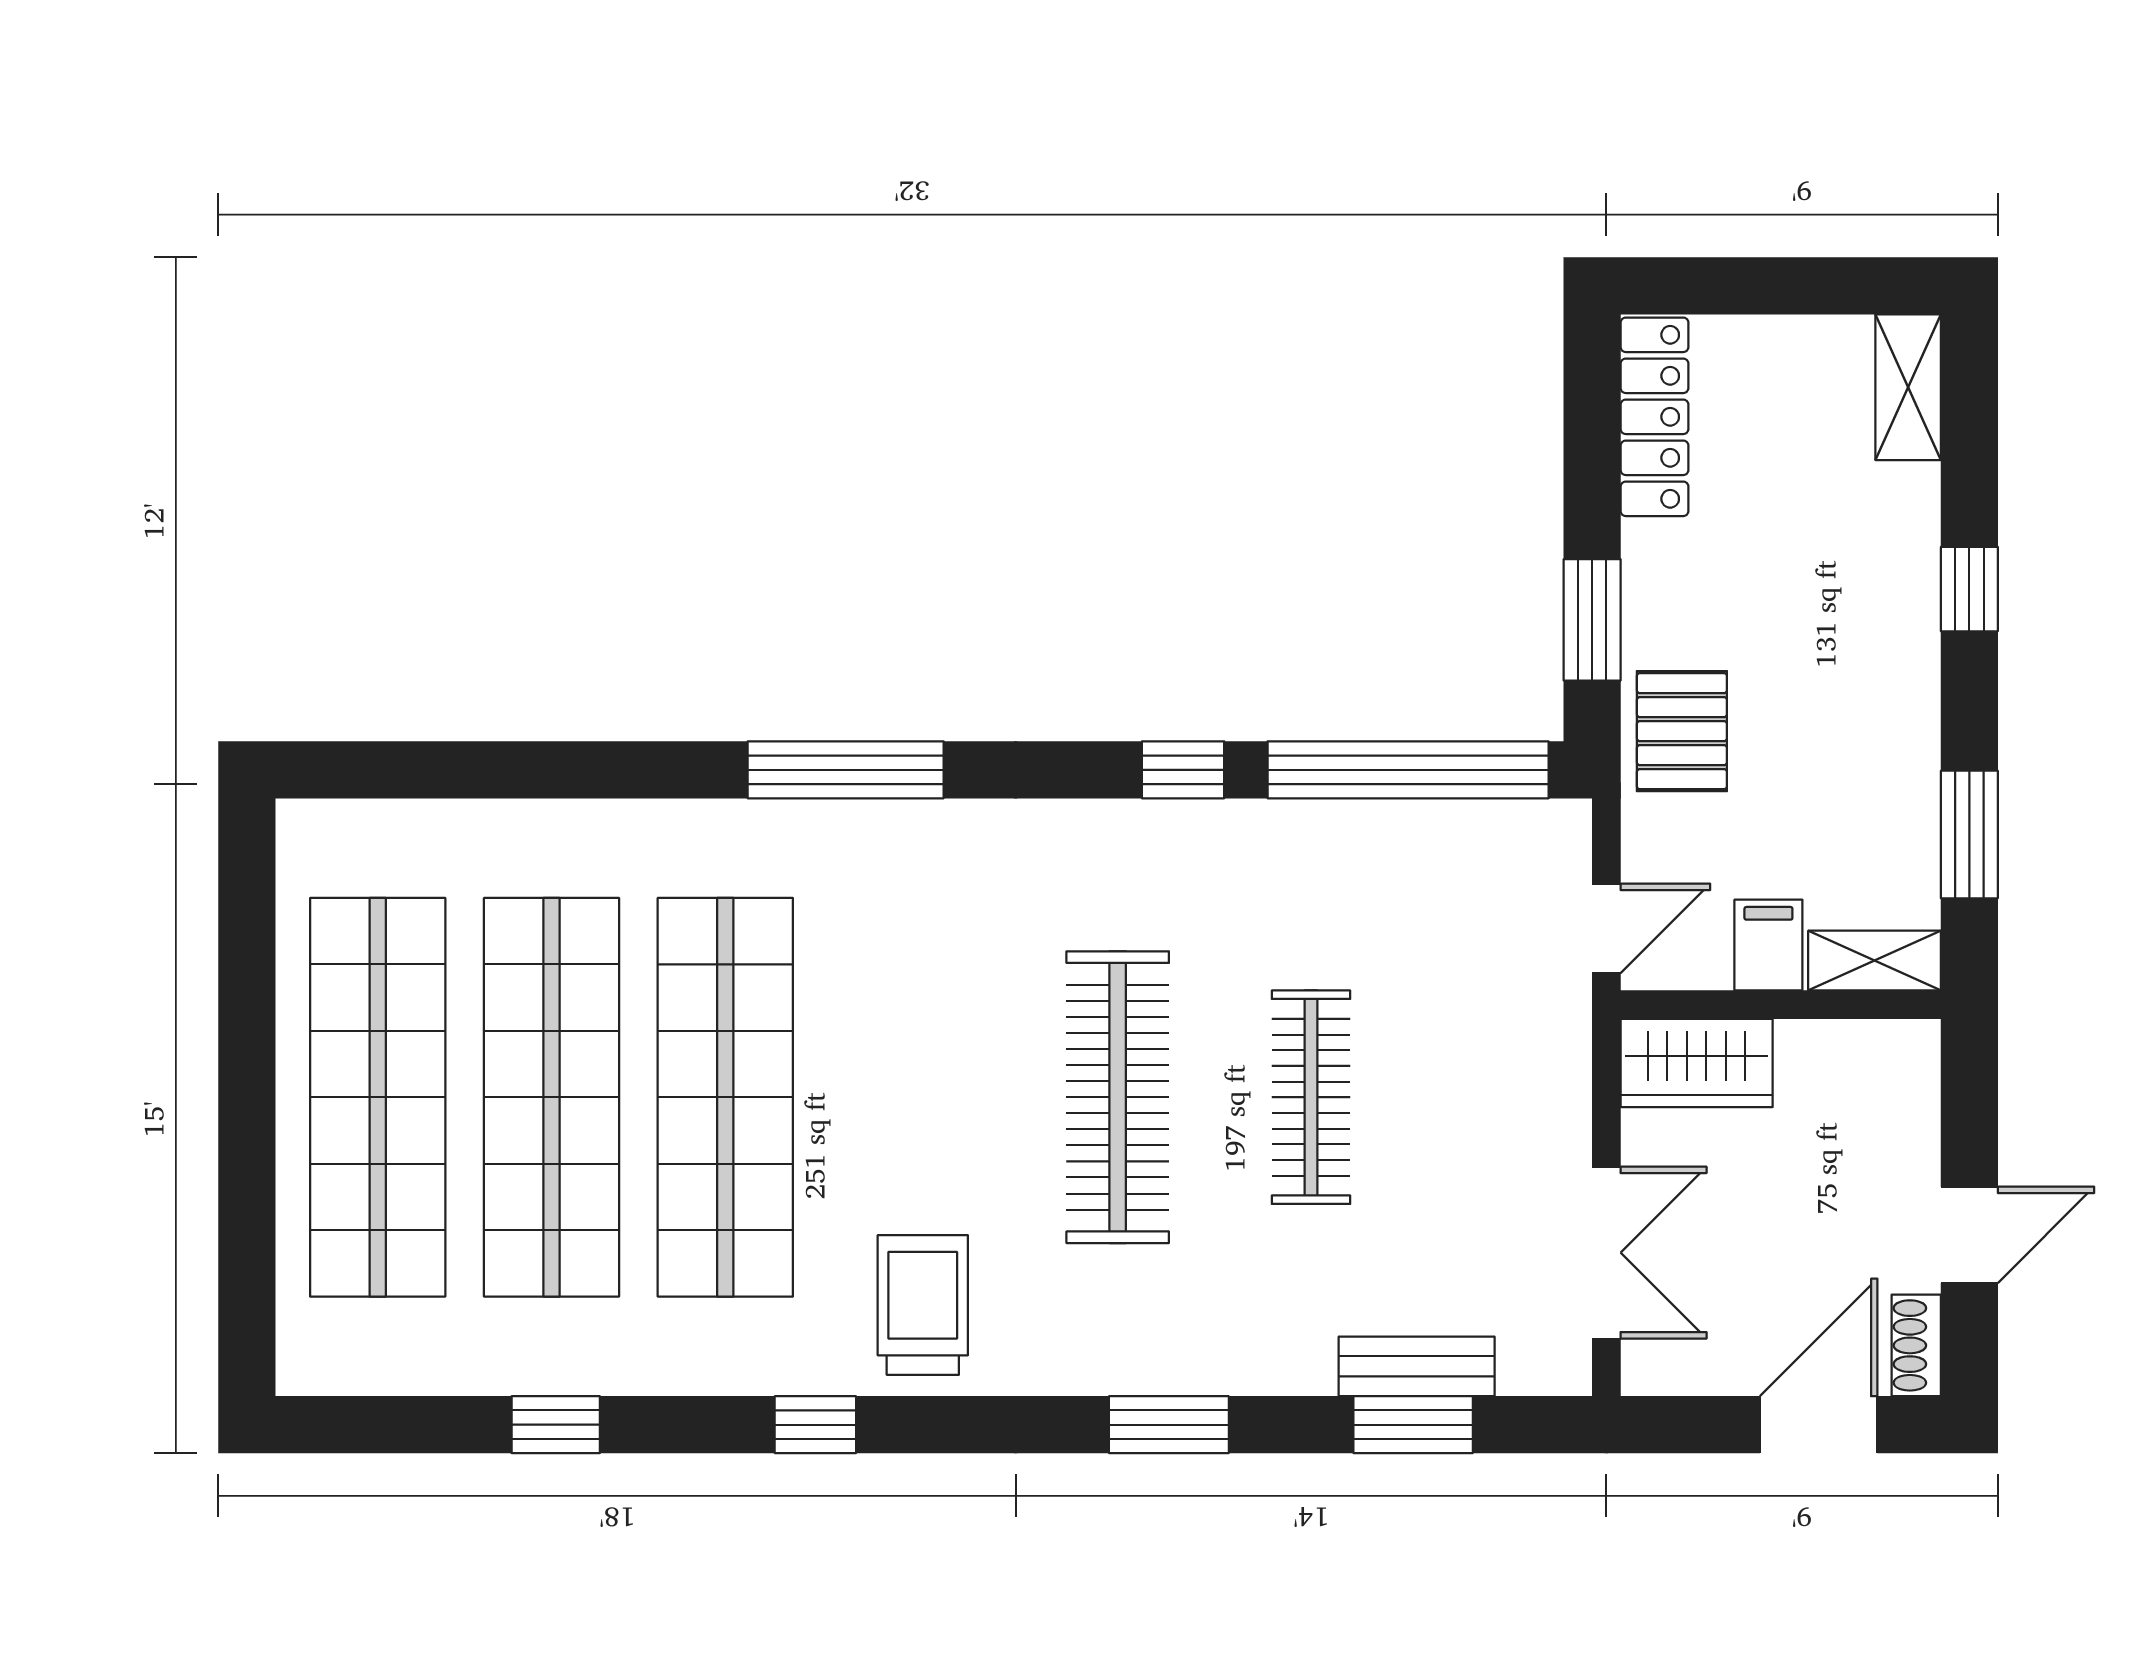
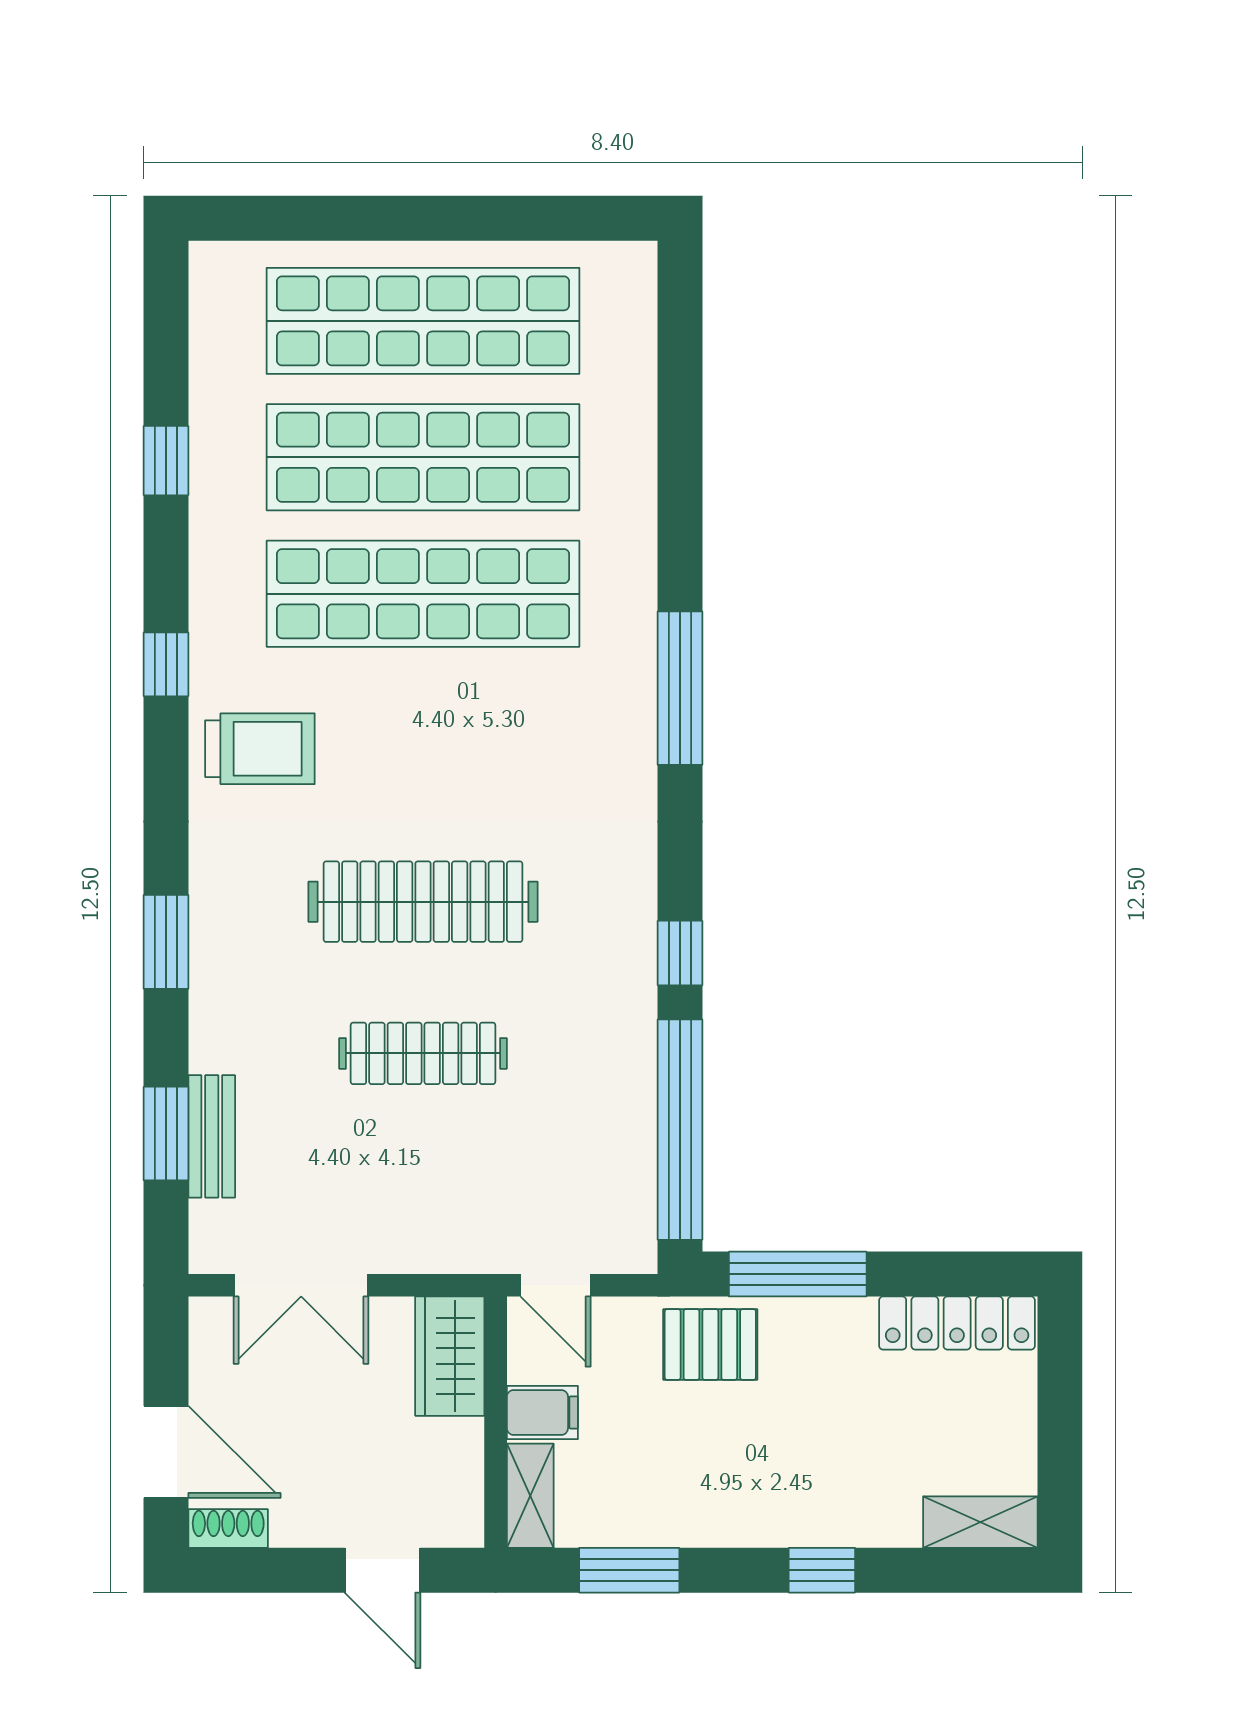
window: (1592, 620) -> (798, 1274), width x1.44
door: (1969, 1235) -> (383, 1570), moved

